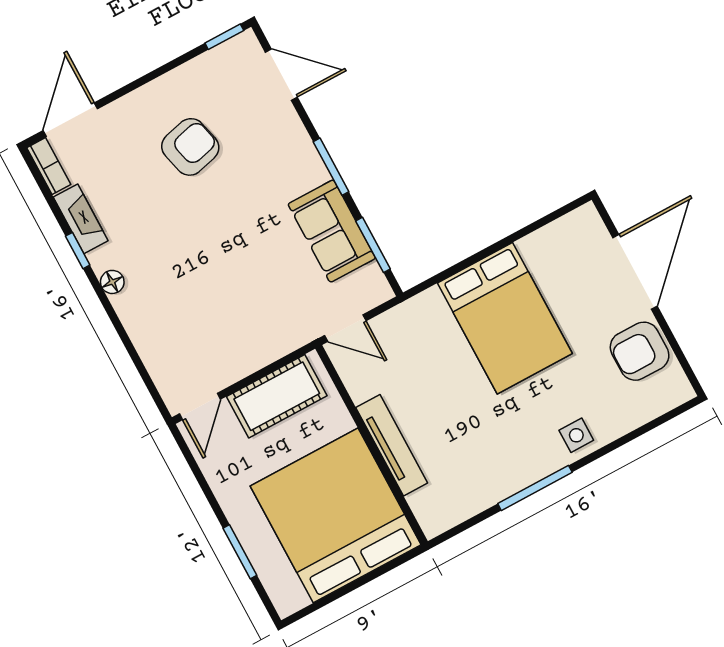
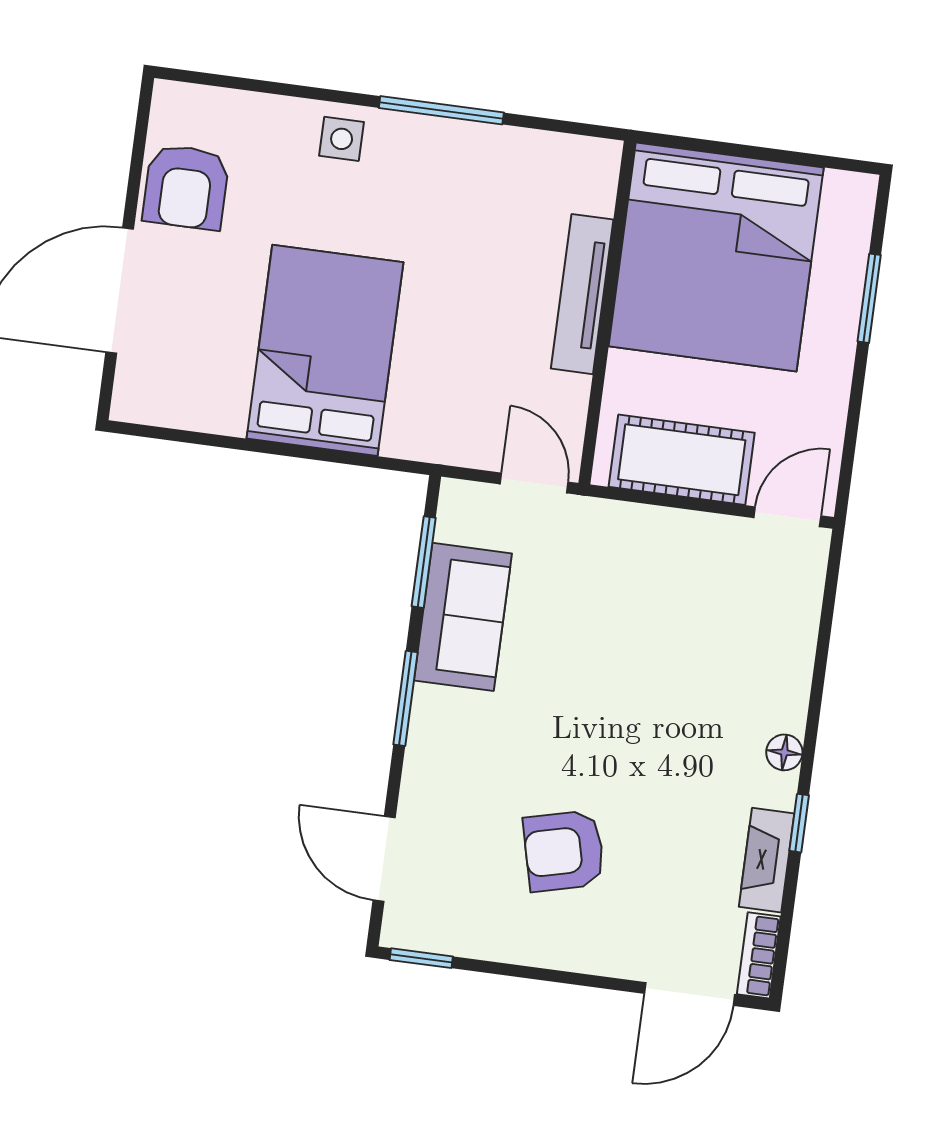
armchair: (640, 351) -> (186, 187), turned 90

